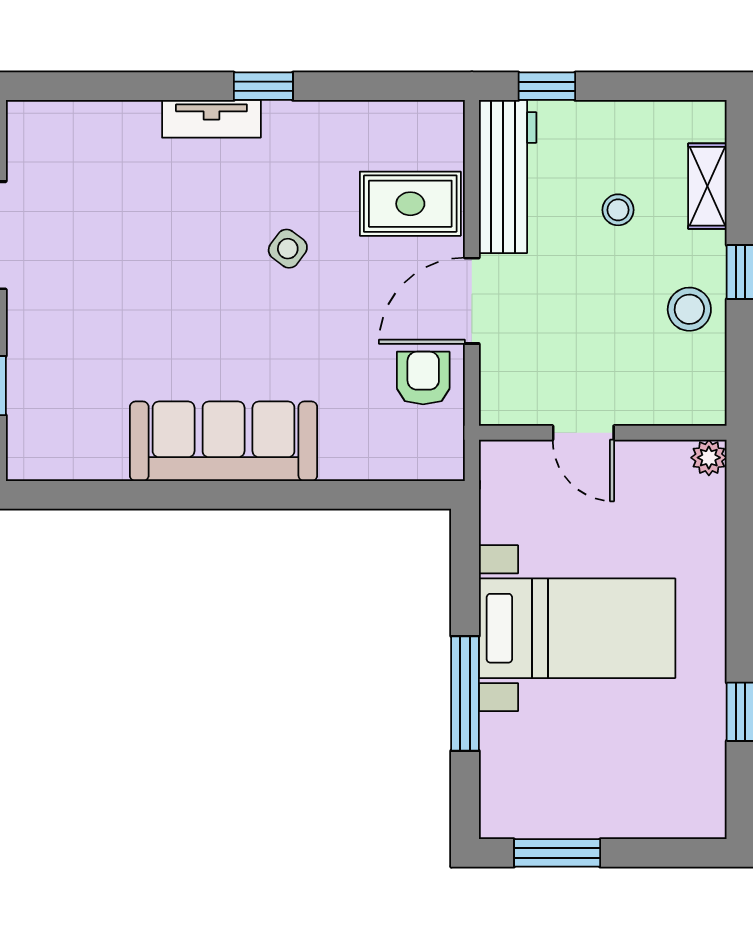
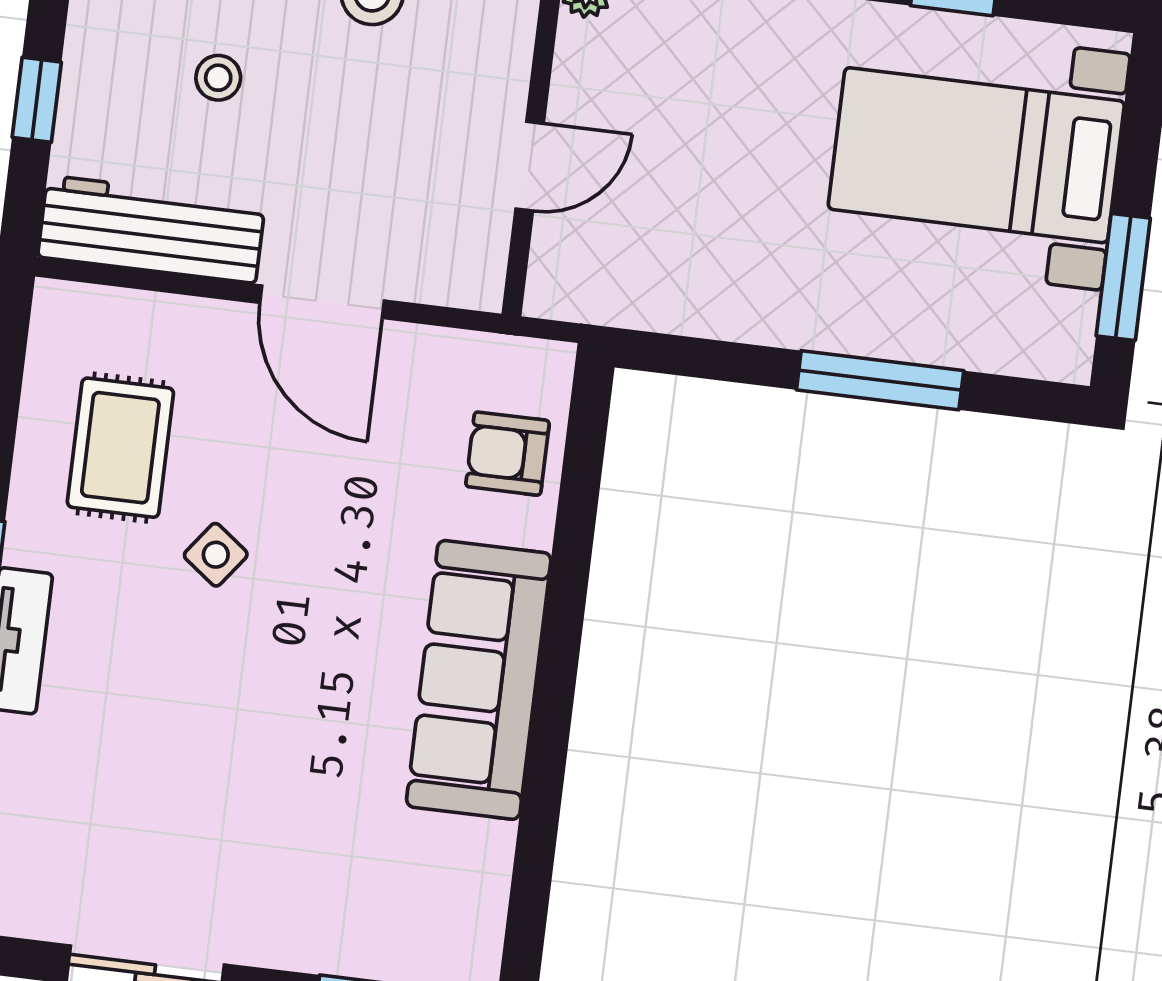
window: (547, 86) -> (37, 100), moved
rug: (410, 204) -> (120, 448), moved
armchair: (423, 378) -> (508, 454), moved
bed with nightstands: (577, 628) -> (976, 155), moved, turned -90

